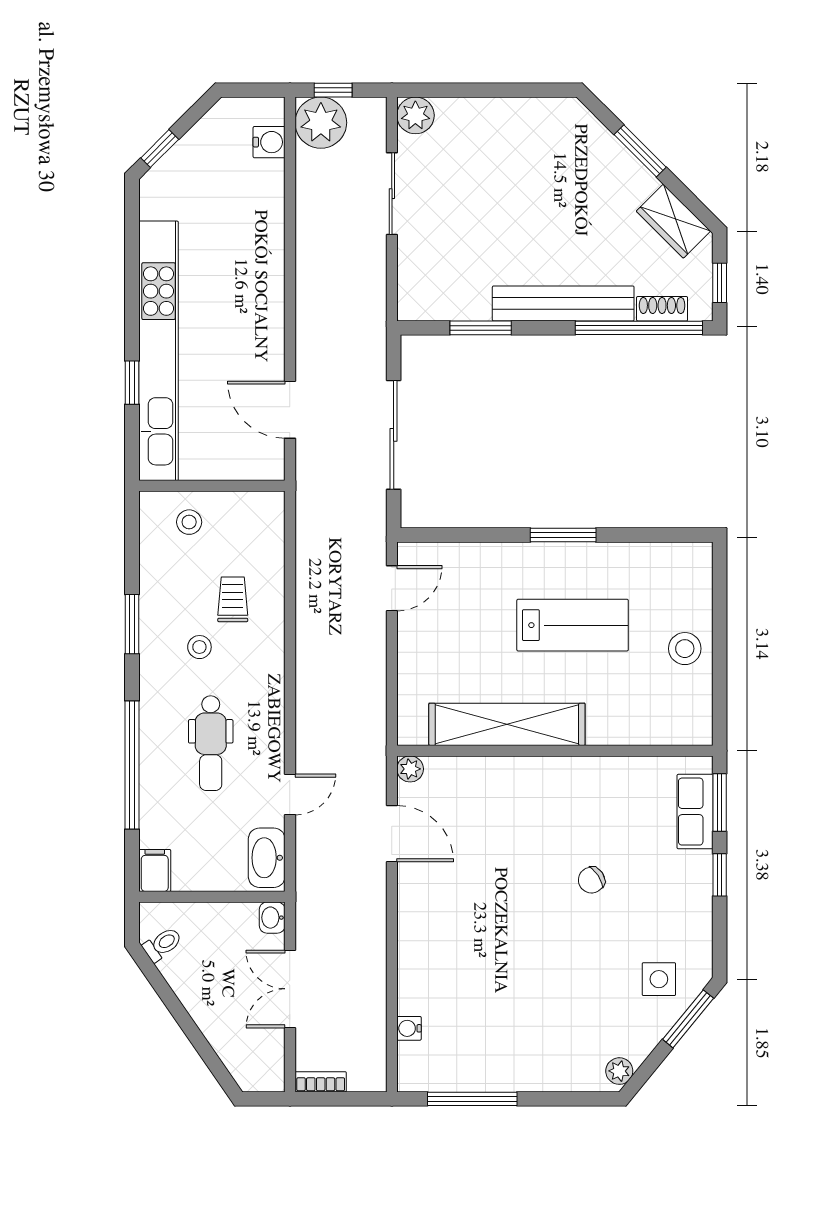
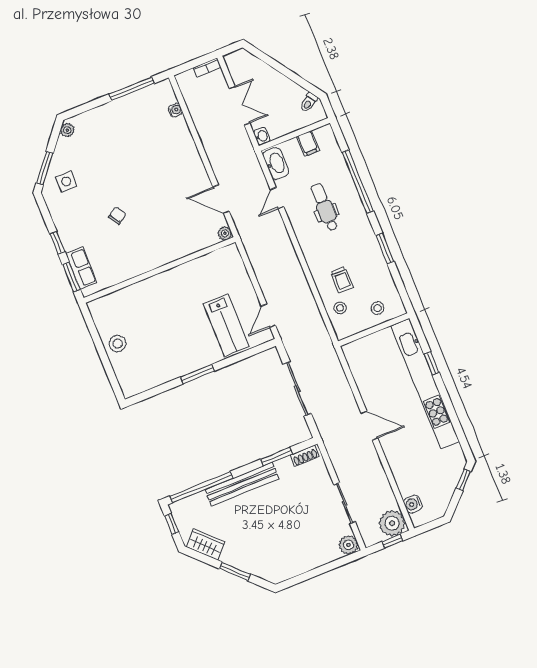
shoe rack: (662, 309) -> (305, 456), moved
door: (290, 410) -> (369, 426), moved
lab bench: (573, 625) -> (226, 325), moved, turned -90
stool: (199, 647) -> (340, 308), moved
shelving: (507, 724) -> (187, 273), removed
filing cabinet: (155, 870) -> (308, 143), moved

